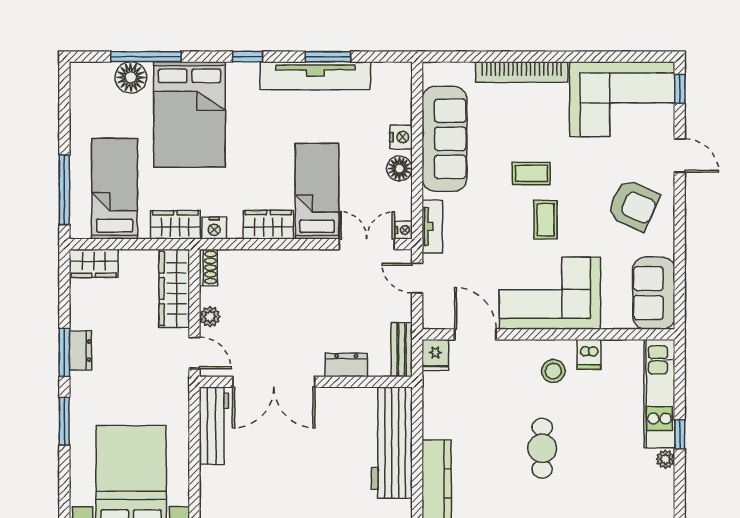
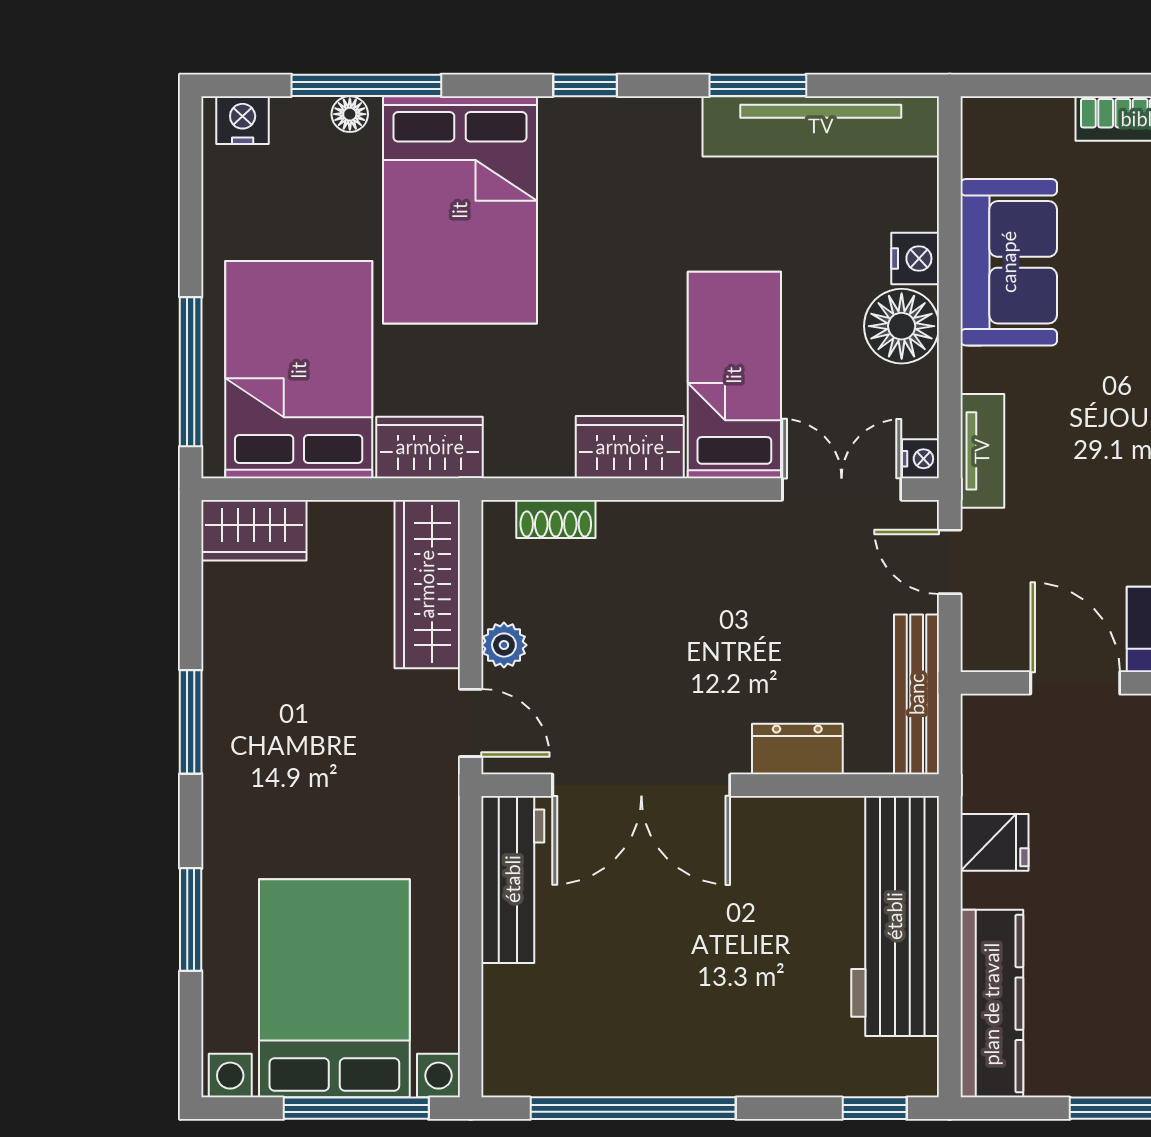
tv unit: (315, 76) -> (821, 126), moved
floor lamp: (131, 77) -> (350, 114), width x0.53, depth x0.53
sofa: (444, 139) -> (1009, 262), width x0.73
floor lamp: (399, 168) -> (902, 326), width x1.38, depth x1.38
bed: (115, 189) -> (299, 370), width x1.50
nightstand: (214, 228) -> (243, 120), moved, turned 180
shoe rack: (208, 268) -> (556, 519), moved, turned 90
bench: (402, 350) -> (917, 694), width x1.36
dresser: (80, 351) -> (225, 718), removed
fridge: (435, 355) -> (994, 842), moved, turned -90
window: (64, 421) -> (191, 920), moved

